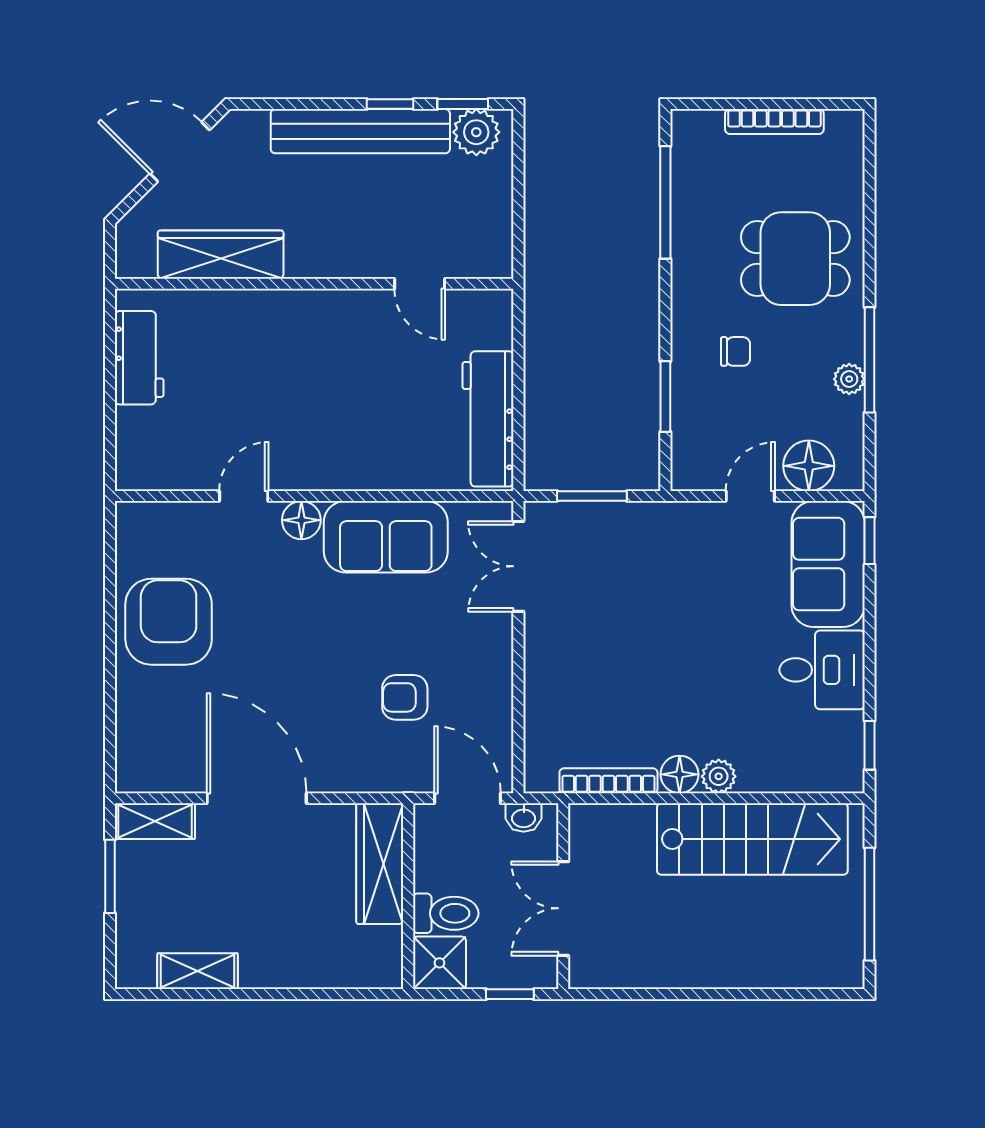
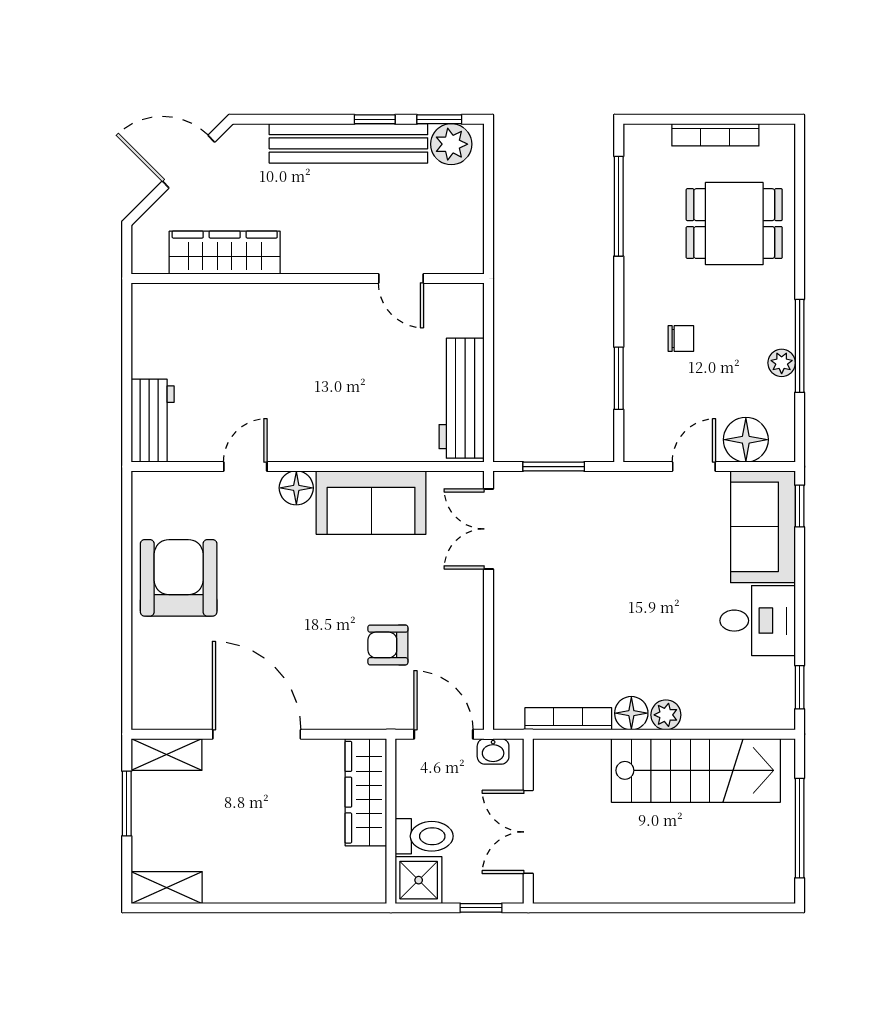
dining table: (795, 259) -> (734, 224), moved
workbench: (139, 358) -> (153, 421), moved
shelving: (198, 971) -> (167, 888), moved

